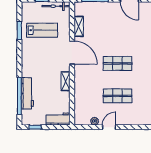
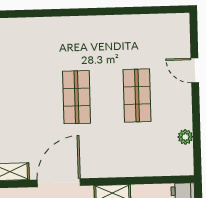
door: (109, 127) -> (195, 70), moved

